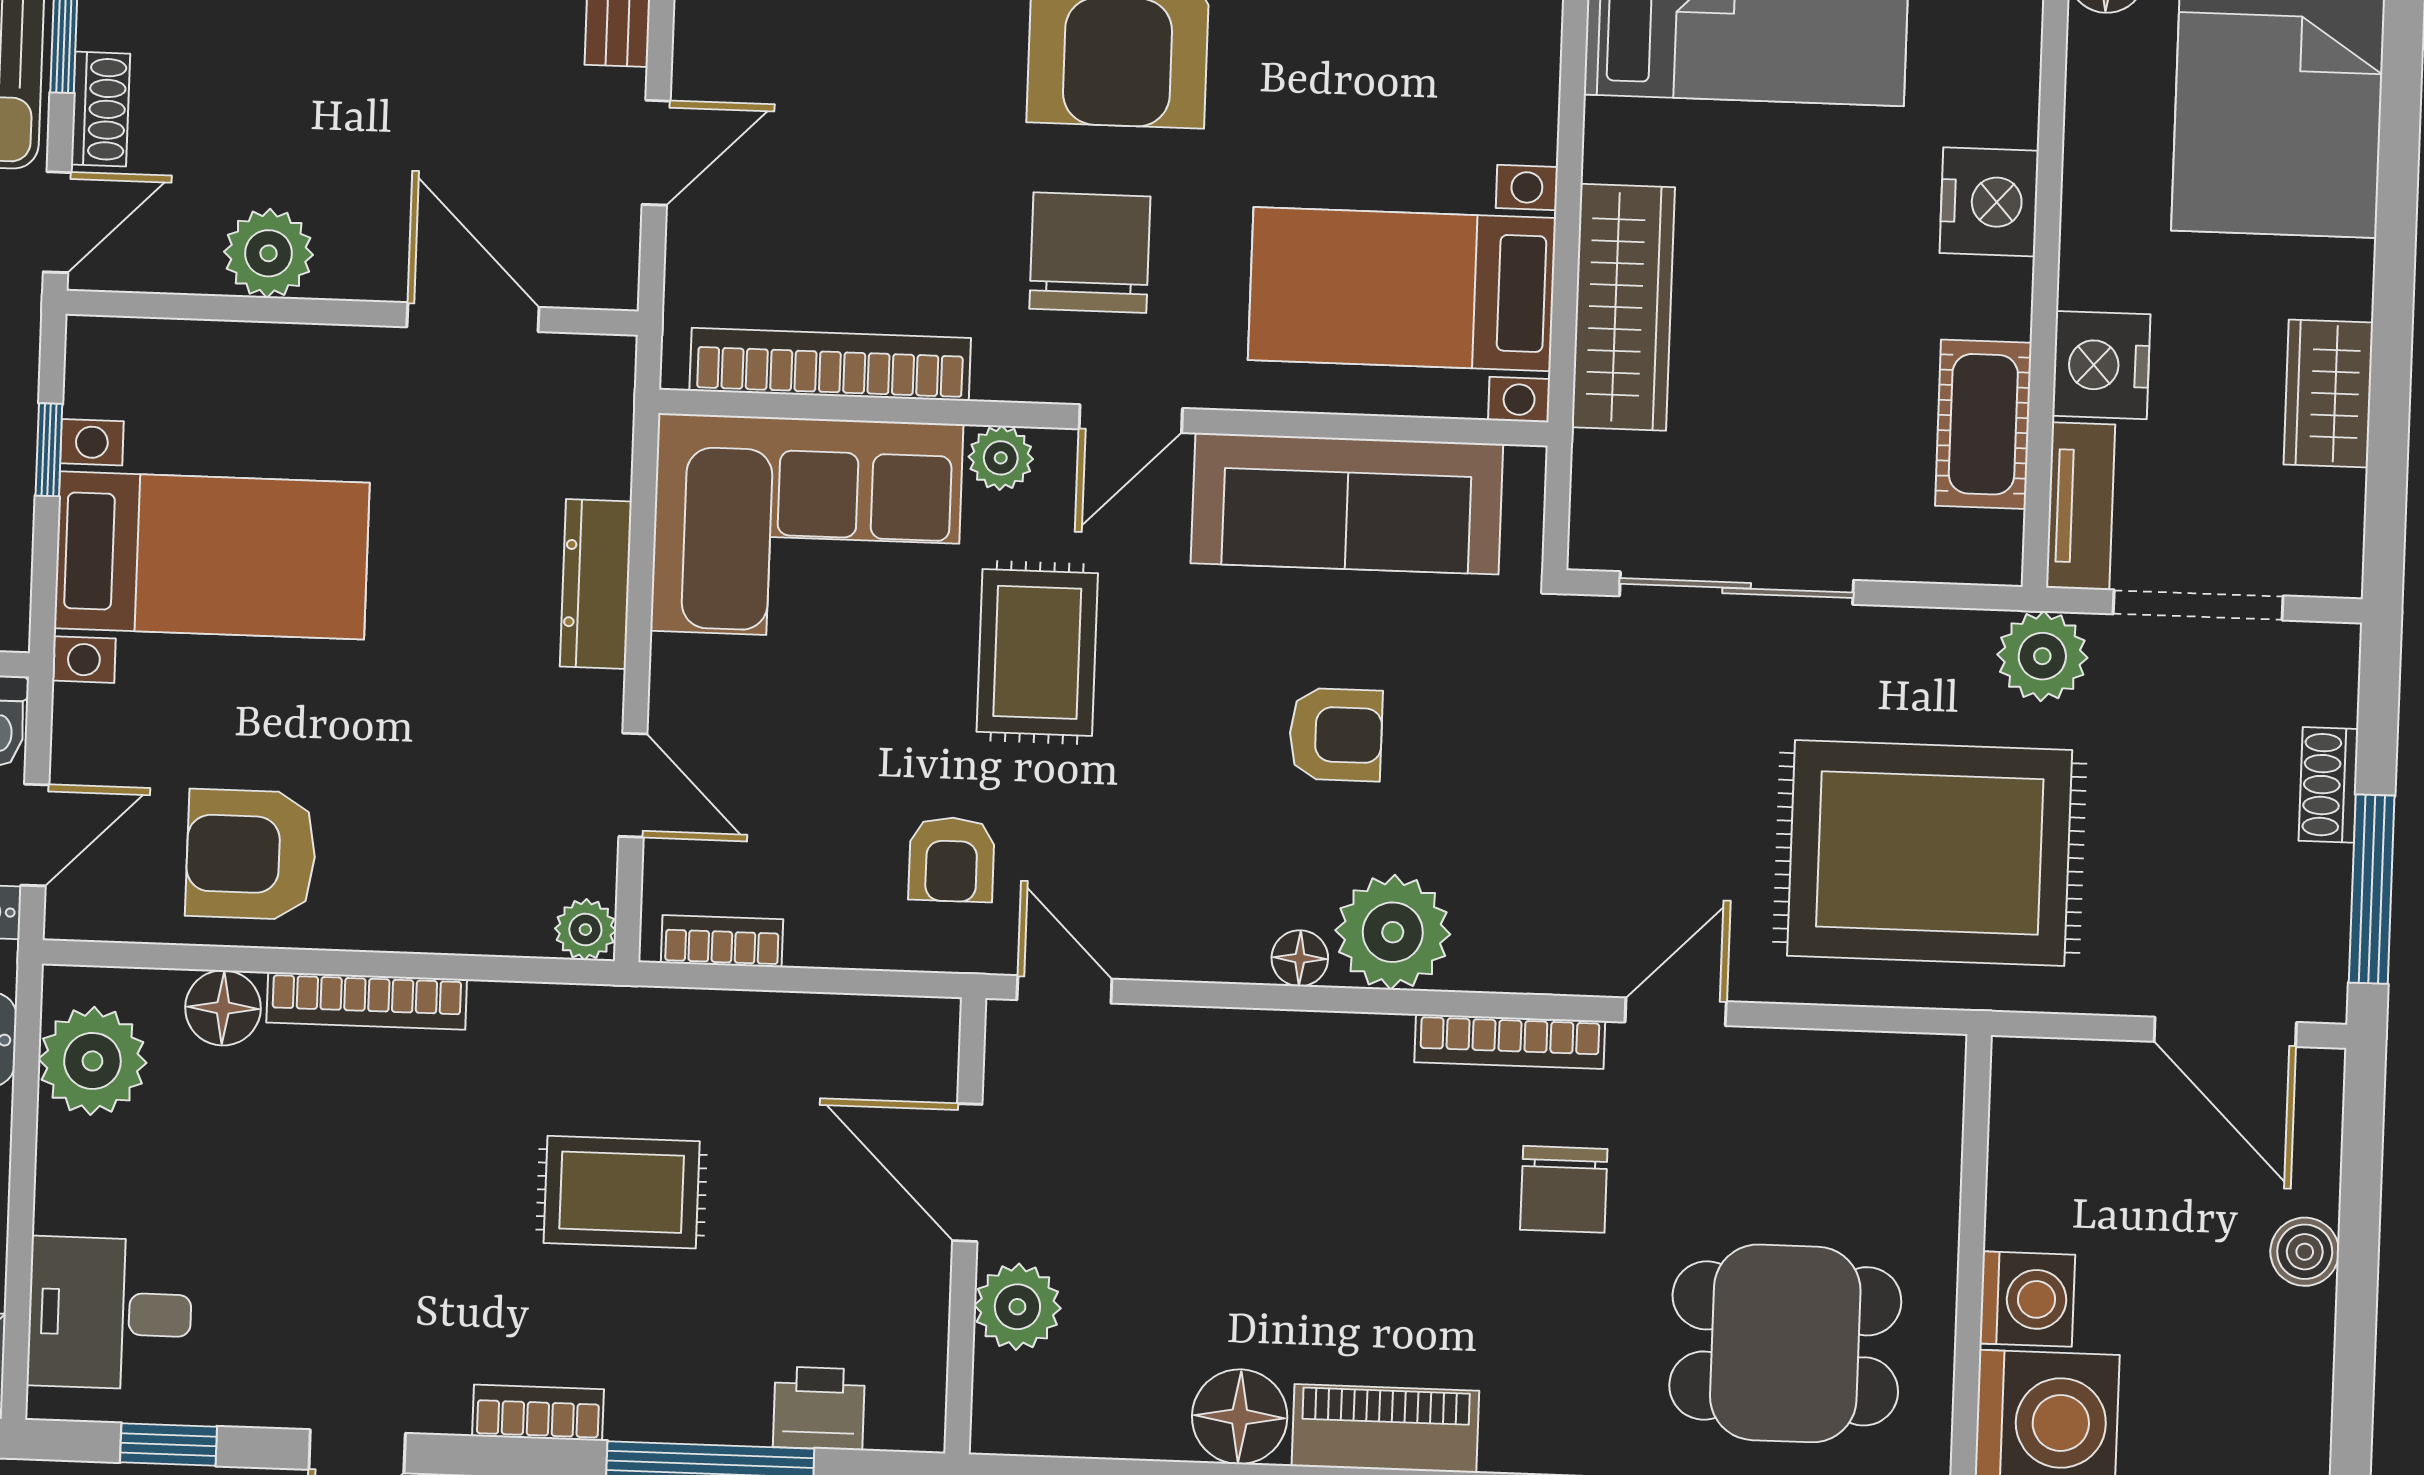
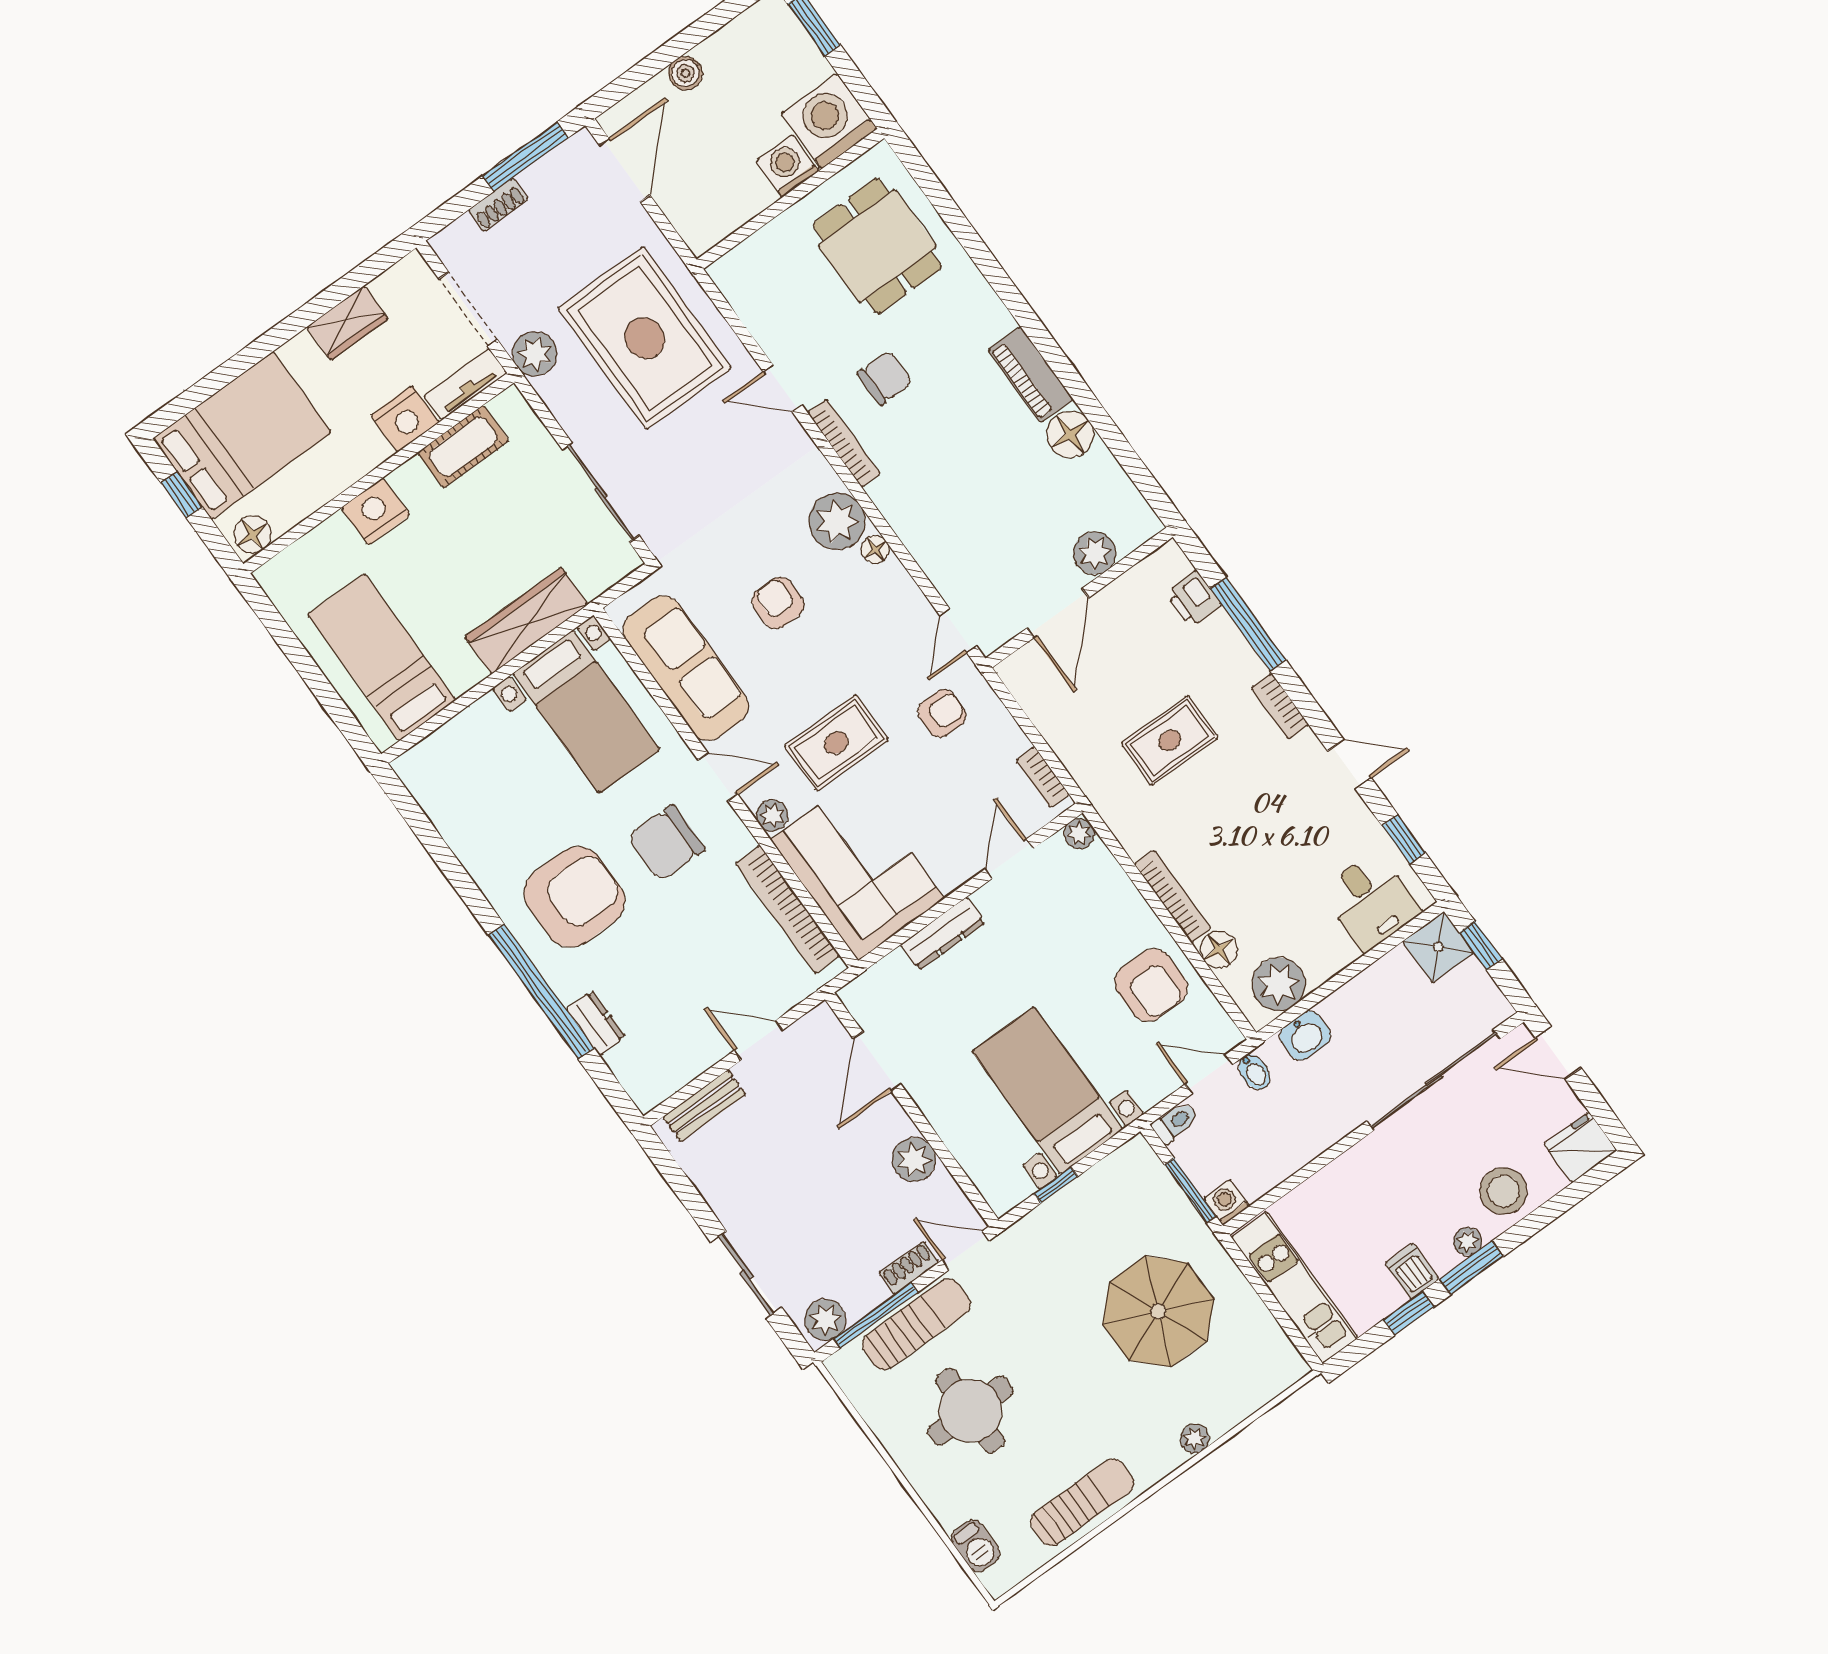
rug: (622, 1192) -> (1170, 740), turned 90

